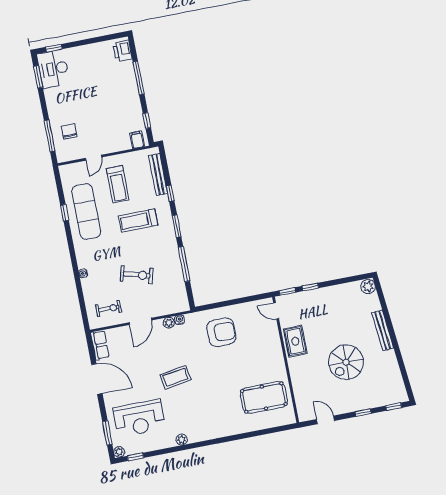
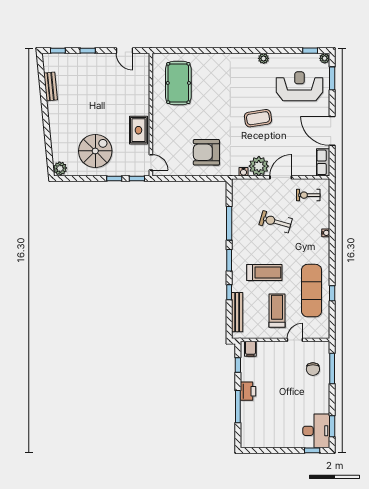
printer: (122, 51) -> (248, 391), moved
plant: (169, 323) -> (259, 166), width x1.88, depth x1.88
bench: (383, 330) -> (51, 86), moved, width x0.73
spiral stairs: (346, 362) -> (95, 151), moved
pool table: (264, 398) -> (178, 83), turned 90

